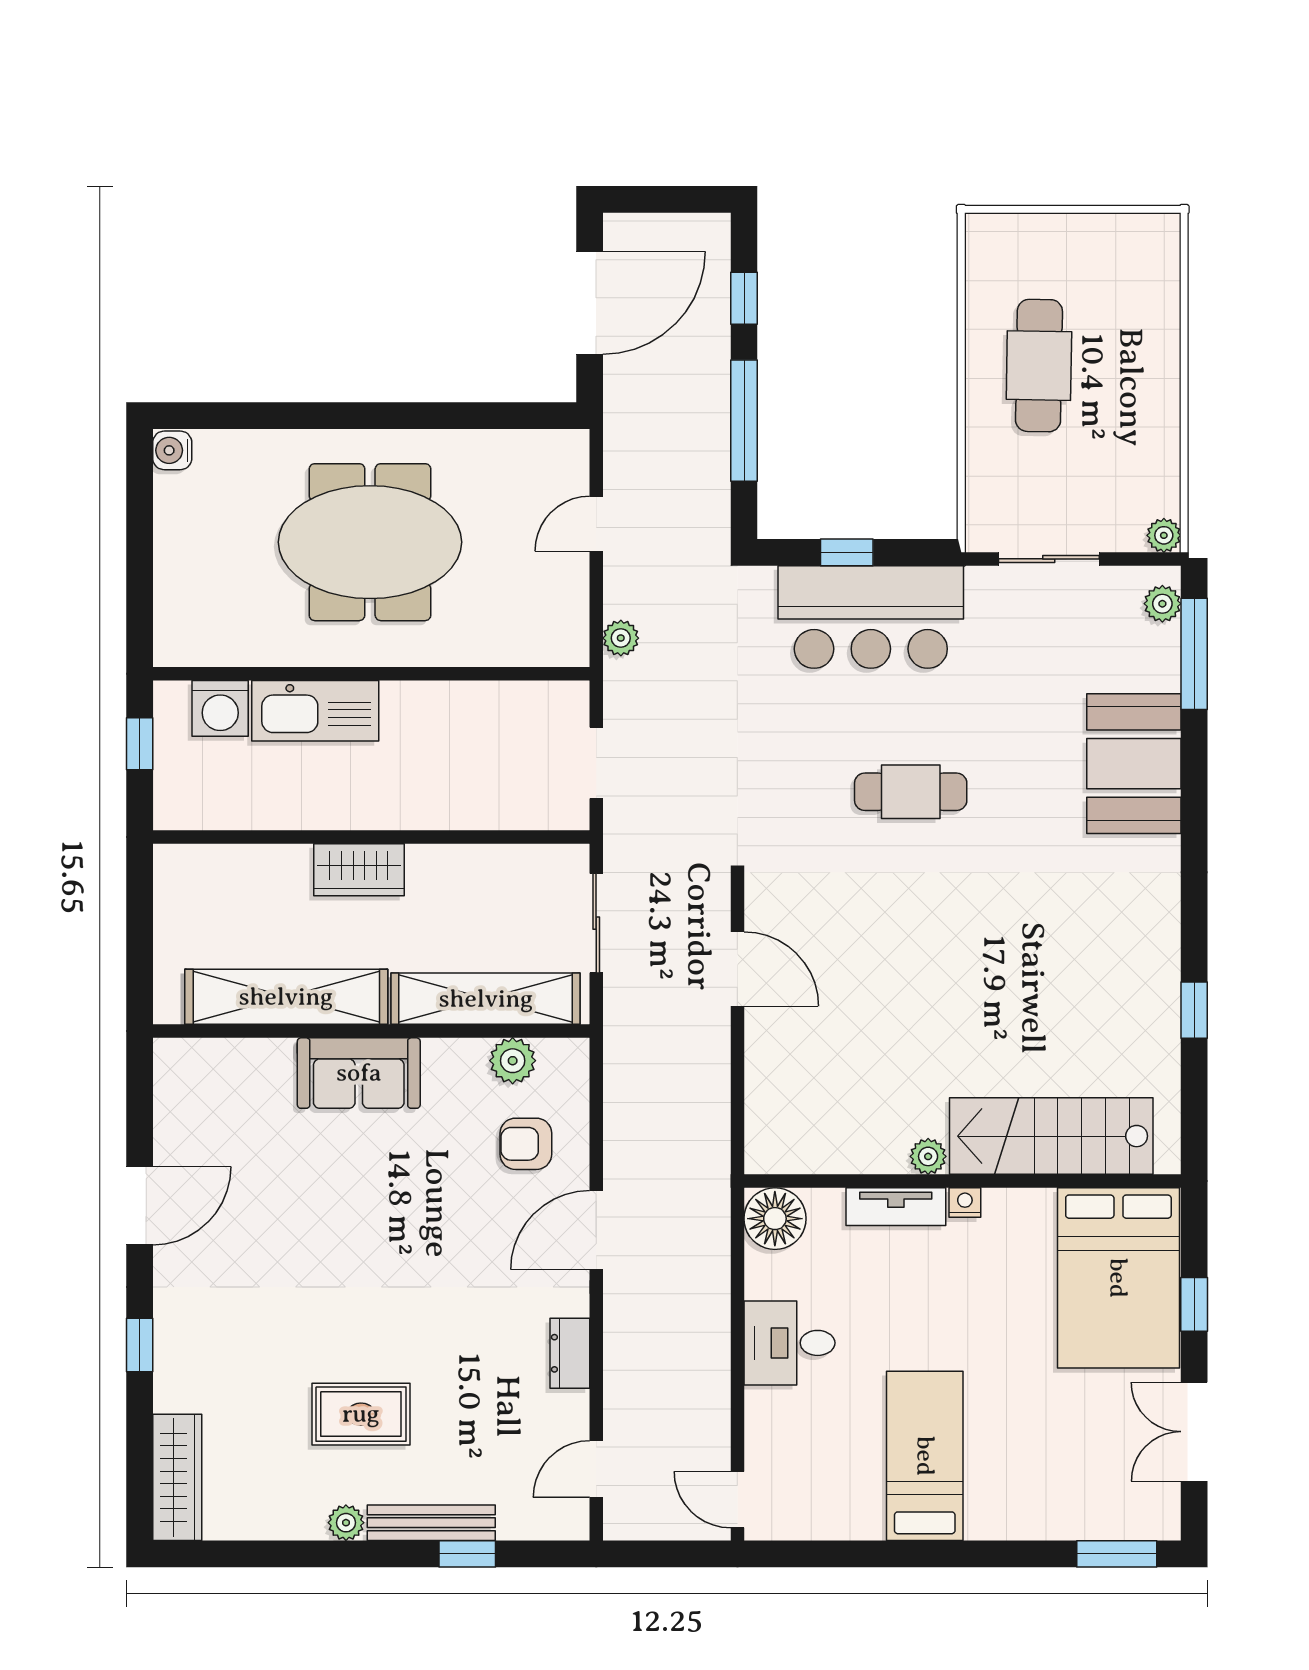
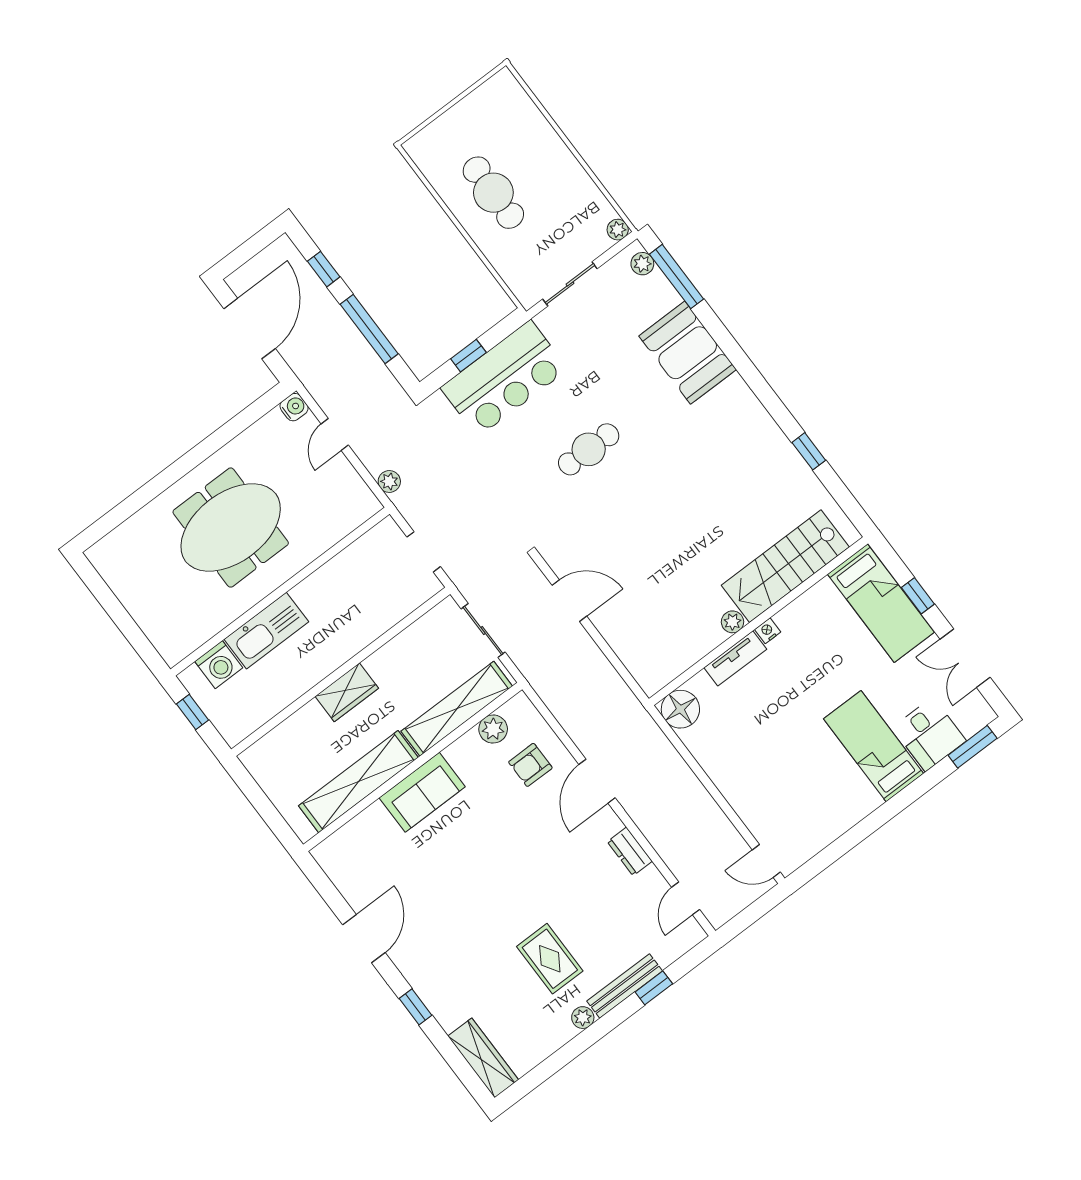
water cooler: (172, 450) -> (294, 407), moved, turned 180
bed: (1118, 1278) -> (881, 603), width x0.67
desk: (789, 1343) -> (929, 734), moved, turned -90
rug: (361, 1414) -> (550, 959), turned 90
bed: (925, 1456) -> (874, 746), moved

